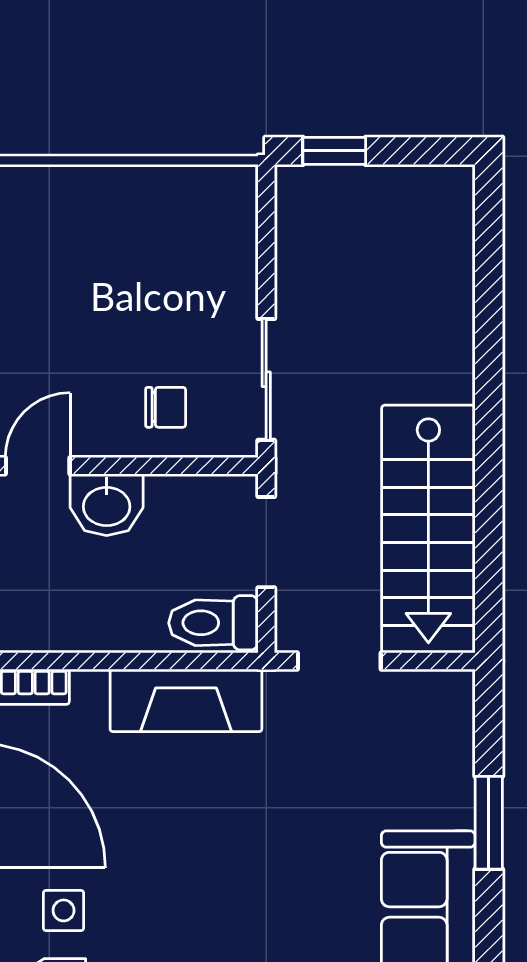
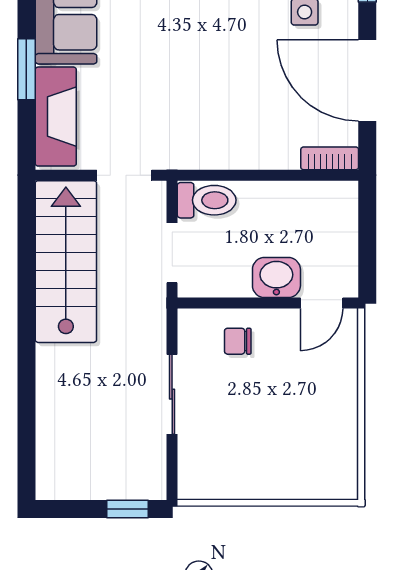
sliding door: (266, 379) -> (172, 394), moved
fireplace: (186, 700) -> (56, 117), moved, turned 90

